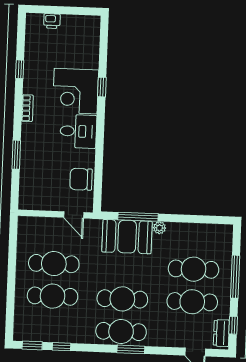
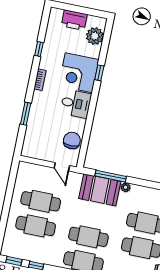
printer: (52, 21) -> (74, 20), width x1.87, depth x1.48
plant: (88, 41) -> (95, 36), added
chair: (81, 179) -> (72, 140), turned 90

